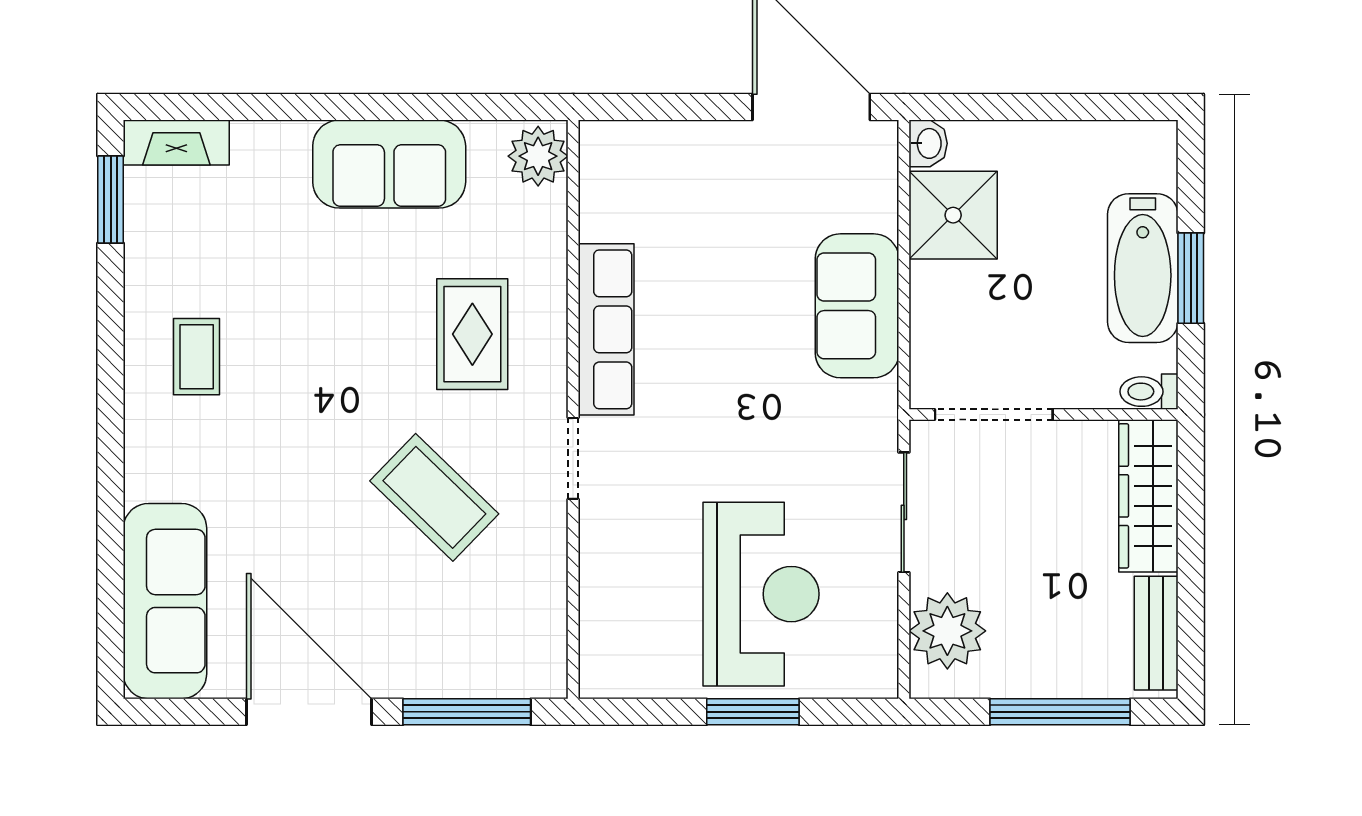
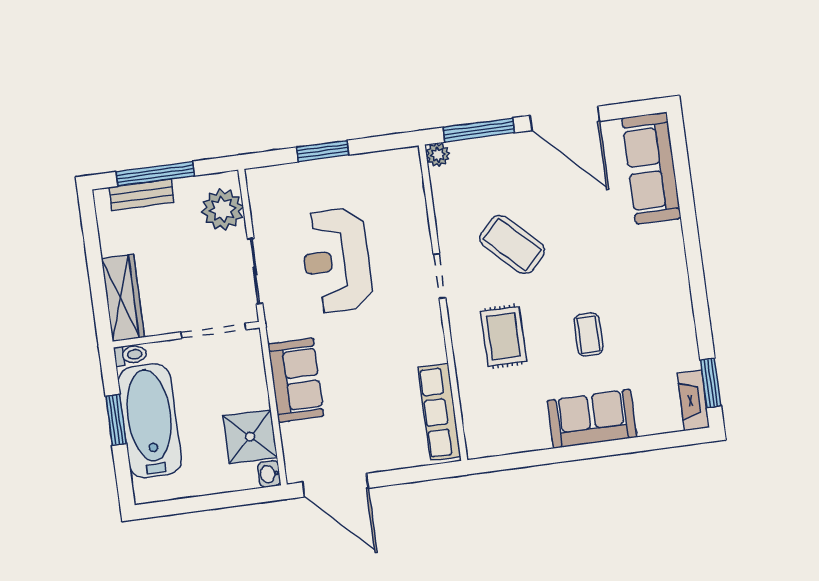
fireplace: (176, 142) -> (693, 400), moved, turned -90
plant: (538, 156) -> (438, 155), moved, width x0.73, depth x0.73
sofa: (389, 164) -> (592, 419), moved
bathtub: (1143, 268) -> (150, 421), width x1.36, depth x1.36
row of seats: (606, 329) -> (439, 412), moved
coffee table: (197, 357) -> (588, 335), moved
reception desk: (761, 594) -> (336, 261), moved
bench: (1156, 633) -> (142, 195), moved, turned 90

